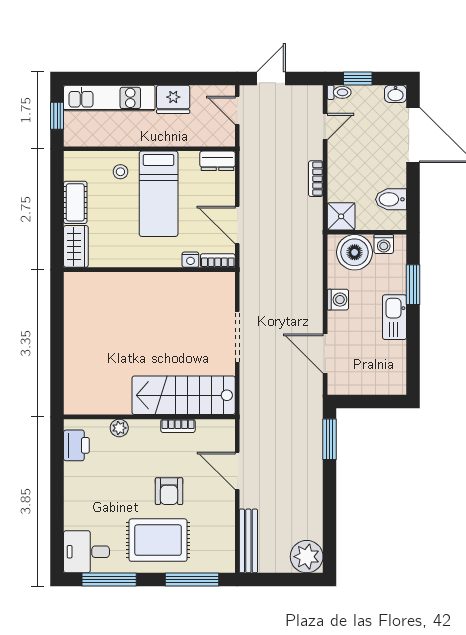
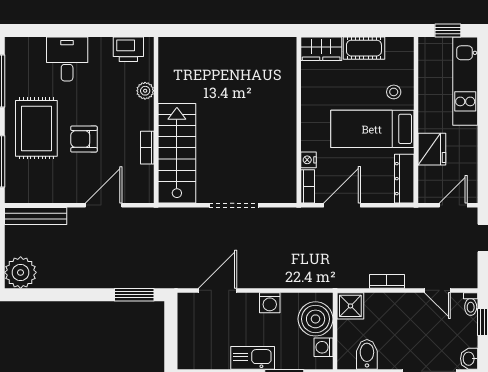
fridge: (173, 99) -> (432, 149), moved, turned 180
dresser: (218, 161) -> (404, 179), width x1.44
desk: (86, 552) -> (67, 59), moved

